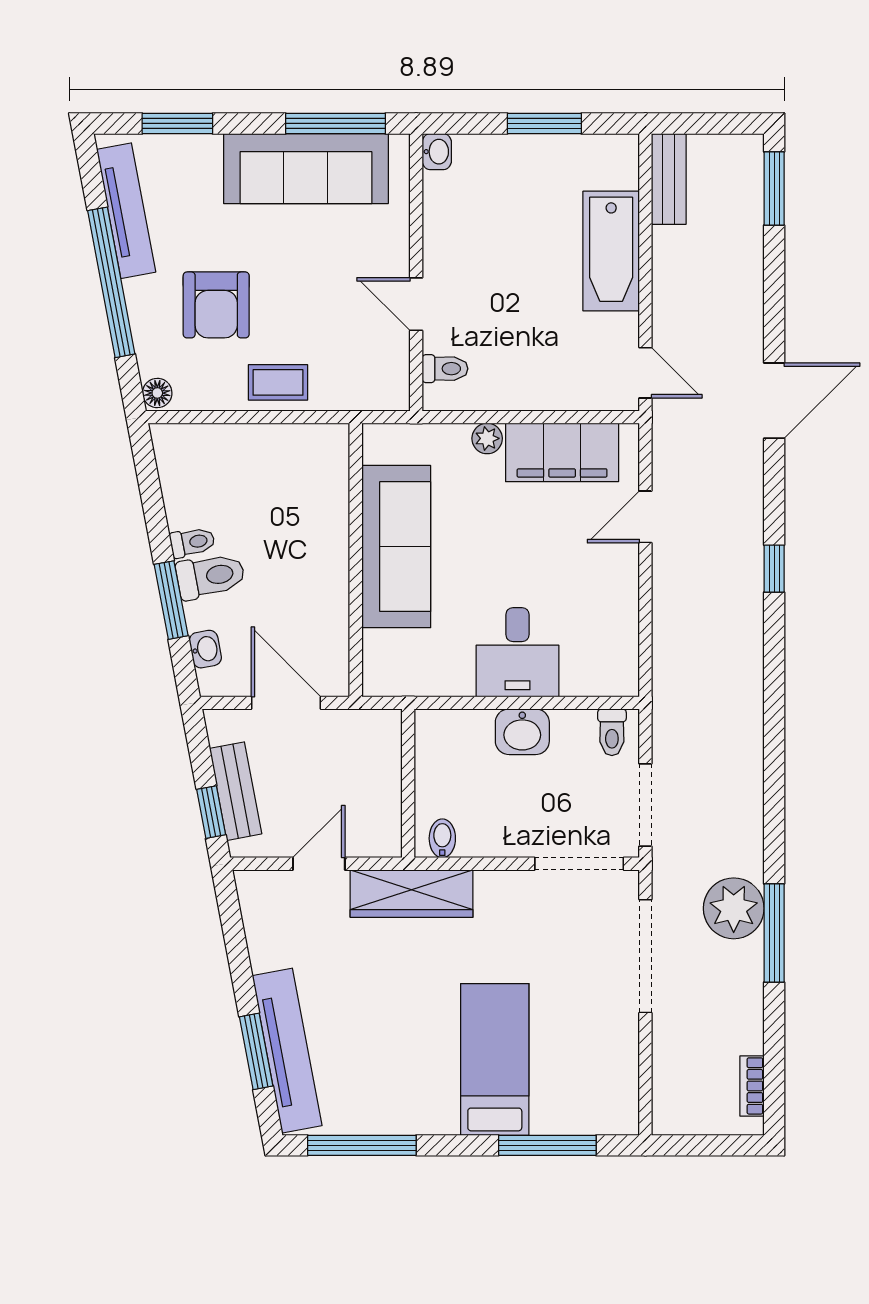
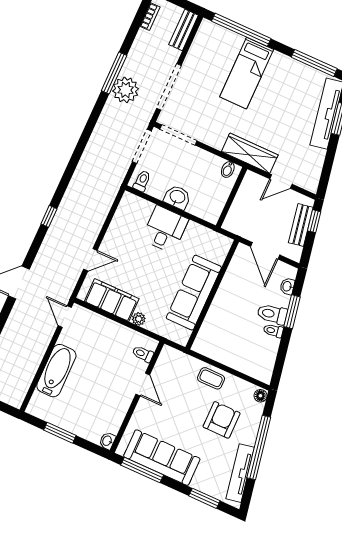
bench: (669, 179) -> (184, 30), moved
window: (547, 1145) -> (241, 30), width x1.46

